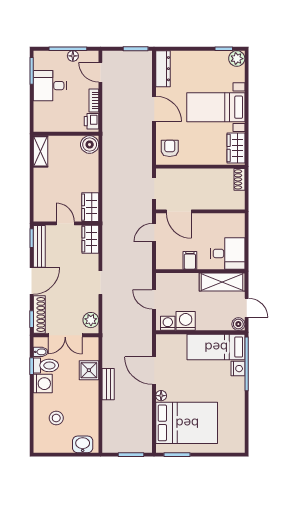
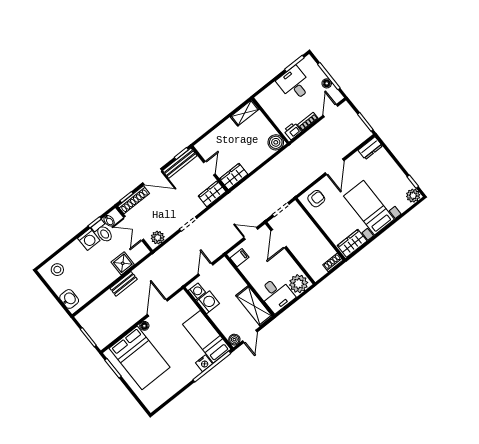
dresser: (163, 69) -> (370, 148), width x0.70
plant: (234, 226) -> (299, 284), added
filing cabinet: (190, 260) -> (240, 258), moved
stool: (56, 418) -> (57, 270), moved

